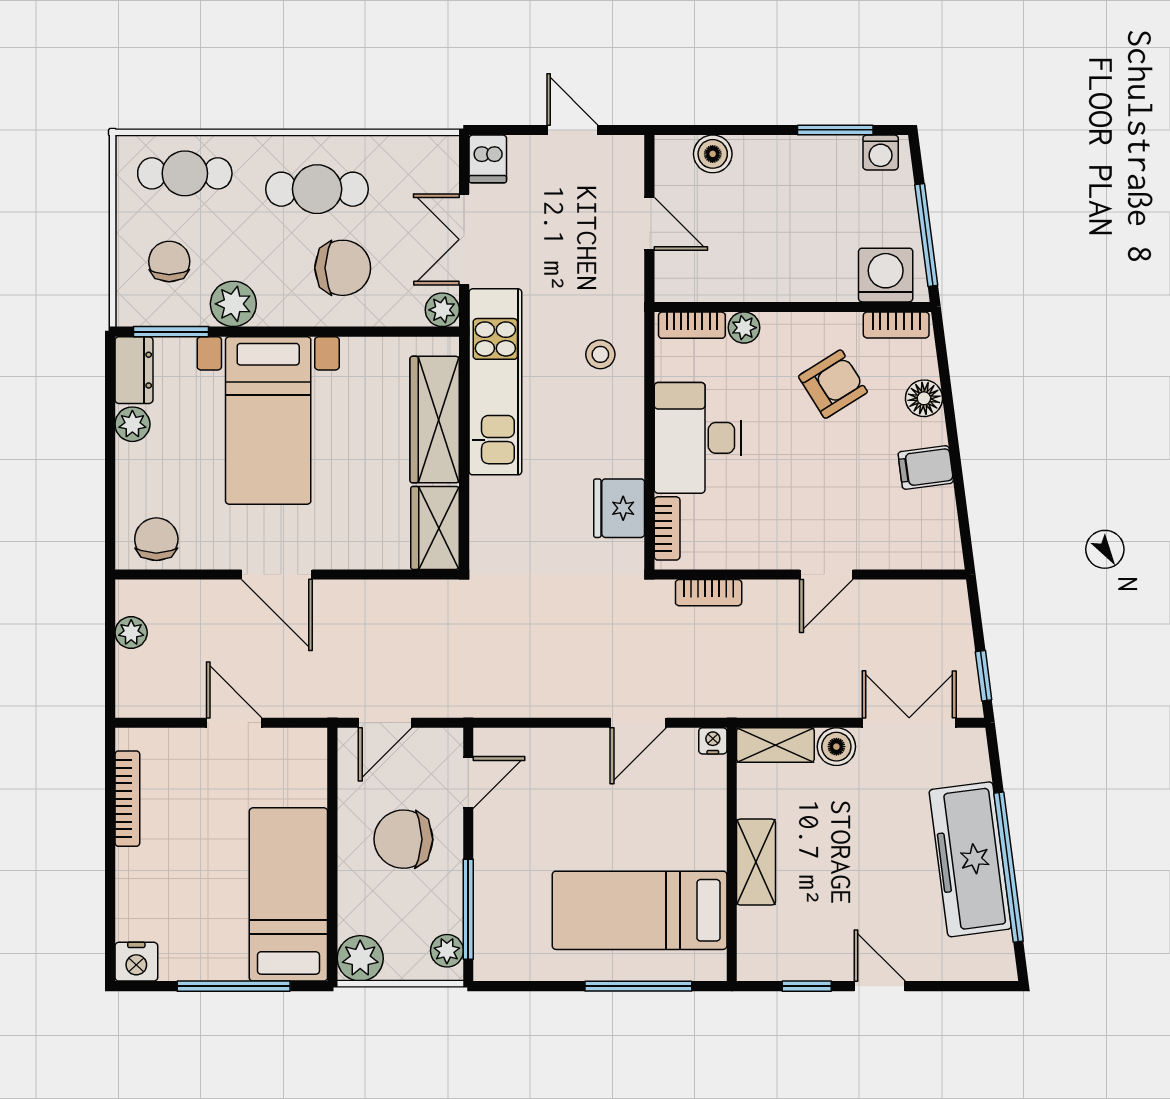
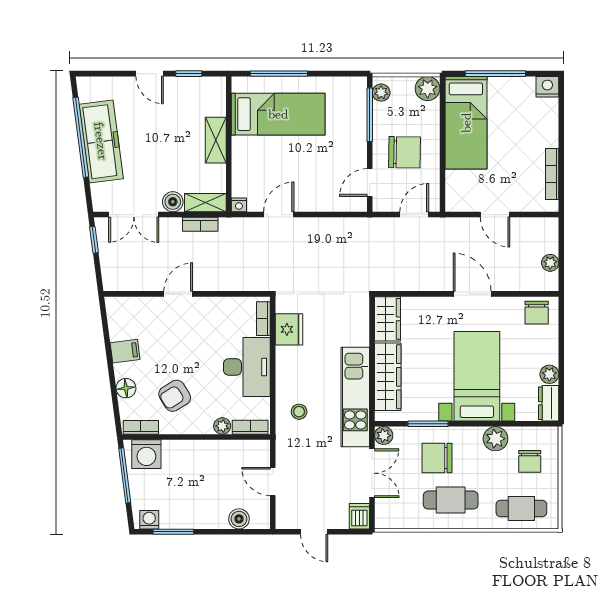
window: (171, 332) -> (428, 424), moved
bookcase: (709, 593) -> (200, 224), moved, turned 180

